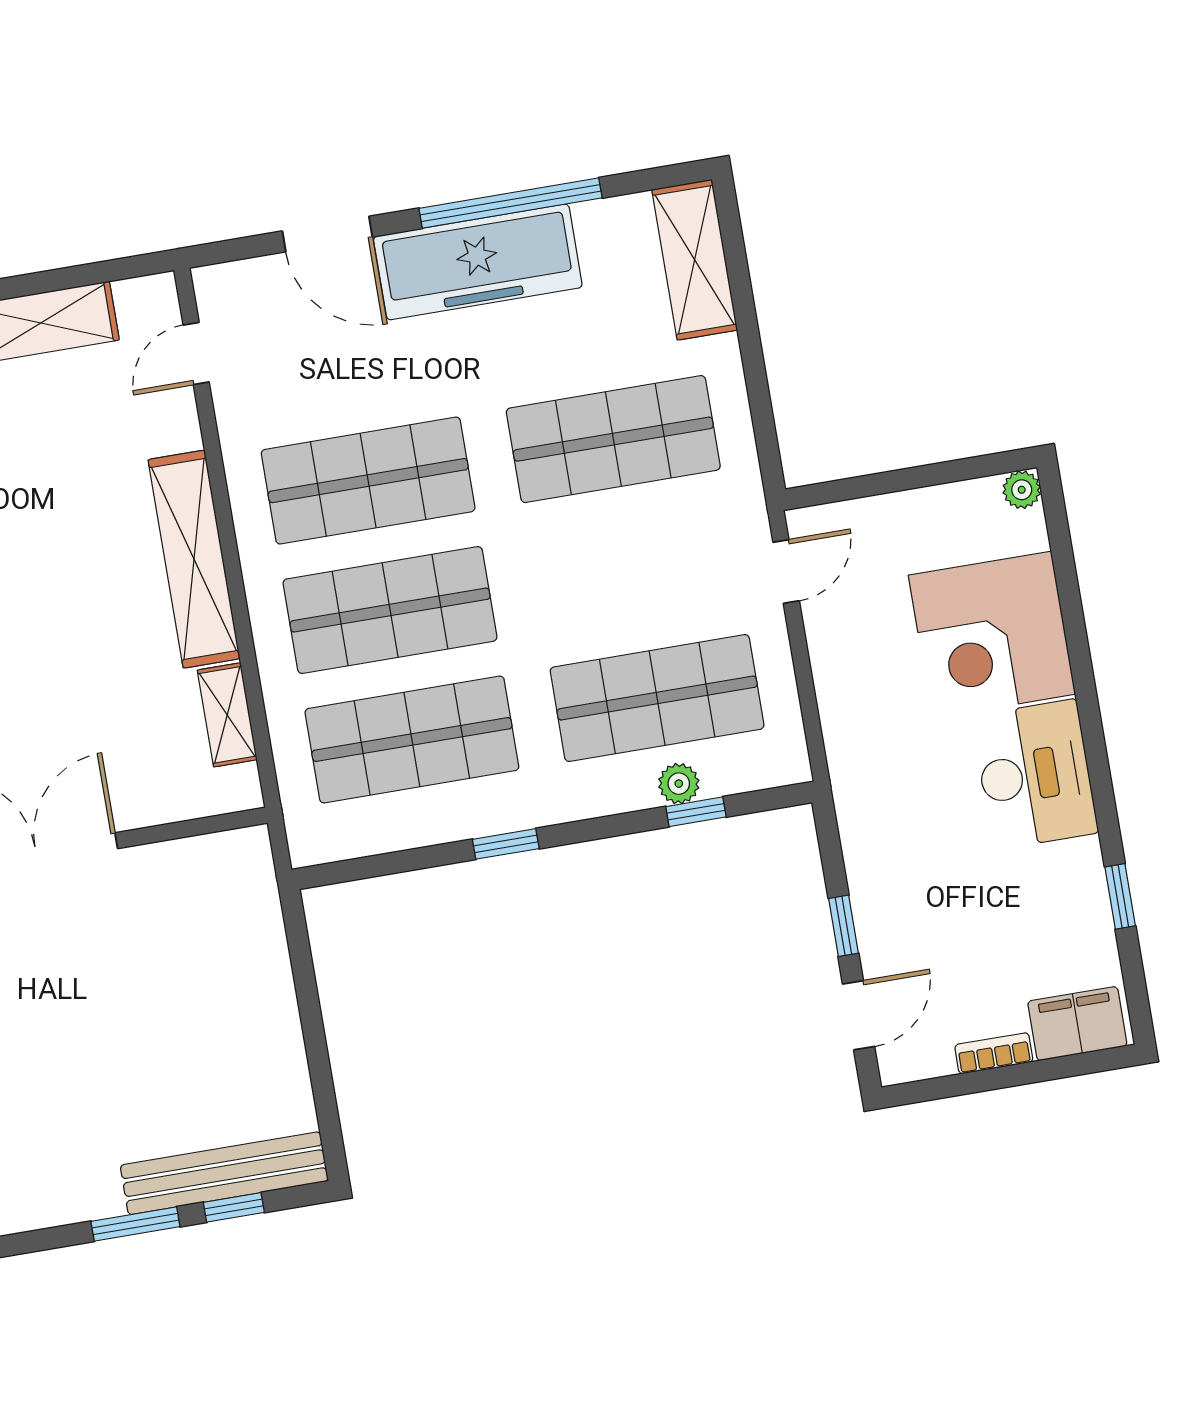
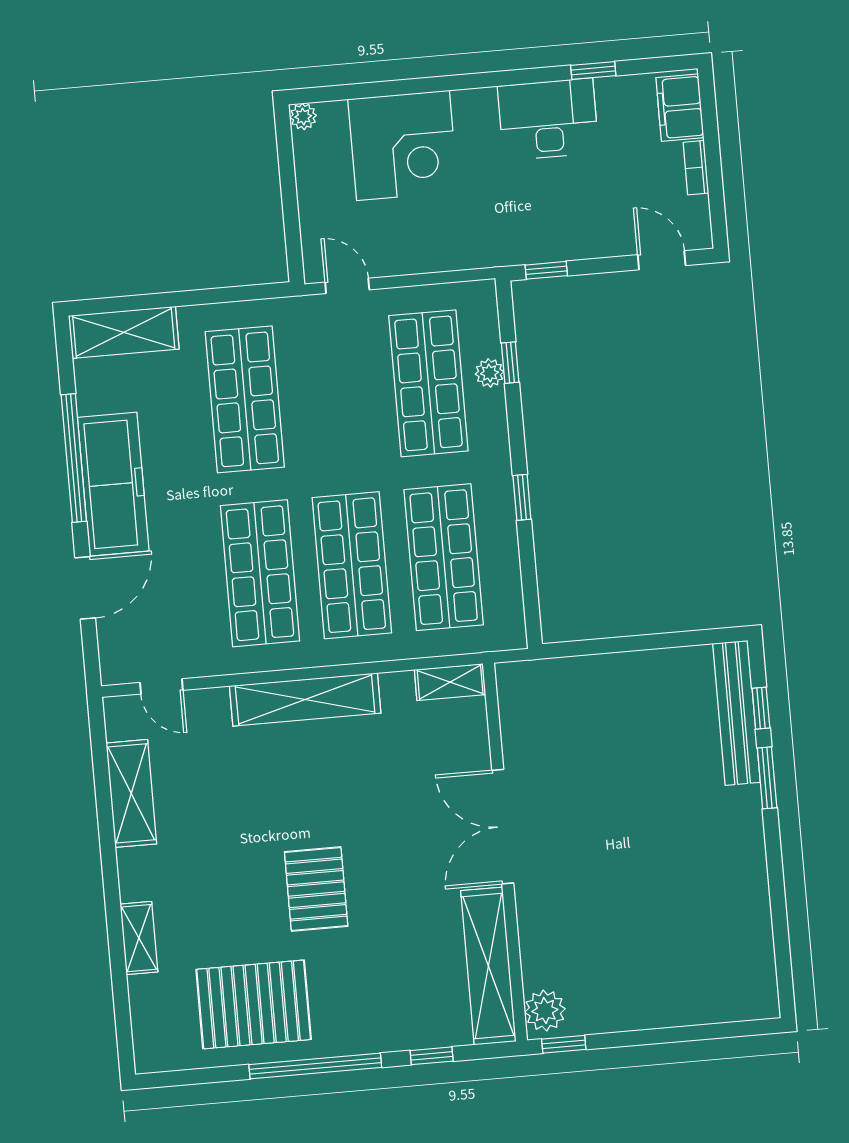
shelving: (227, 715) -> (450, 682), moved
desk: (1035, 774) -> (548, 119), moved
window: (843, 926) -> (546, 270), moved

